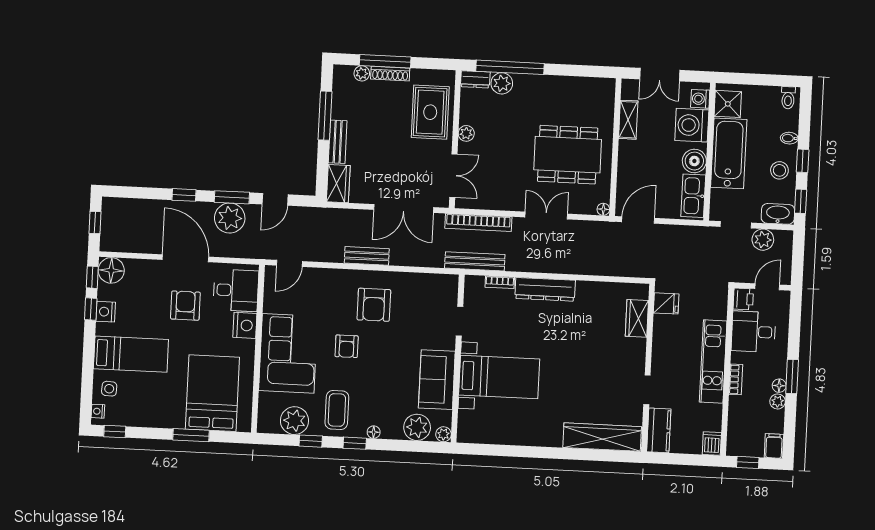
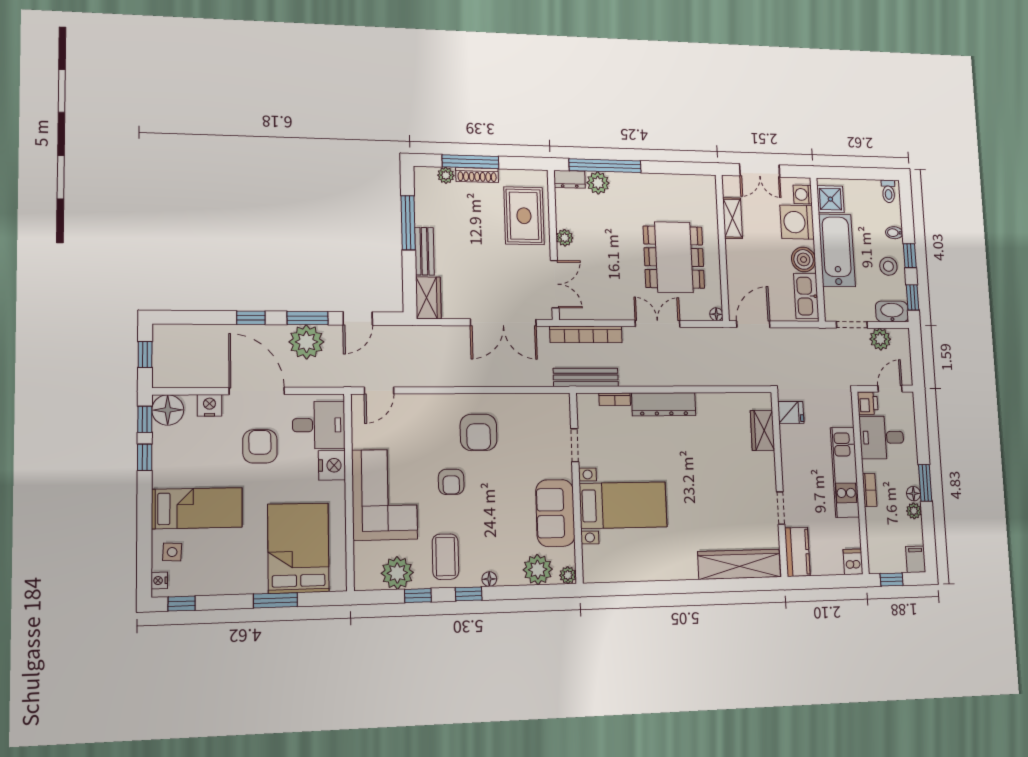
dining table: (568, 155) -> (674, 257), turned 90
bench: (367, 256) -> (466, 378), removed
nightstand: (106, 312) -> (209, 405), moved, turned 90

